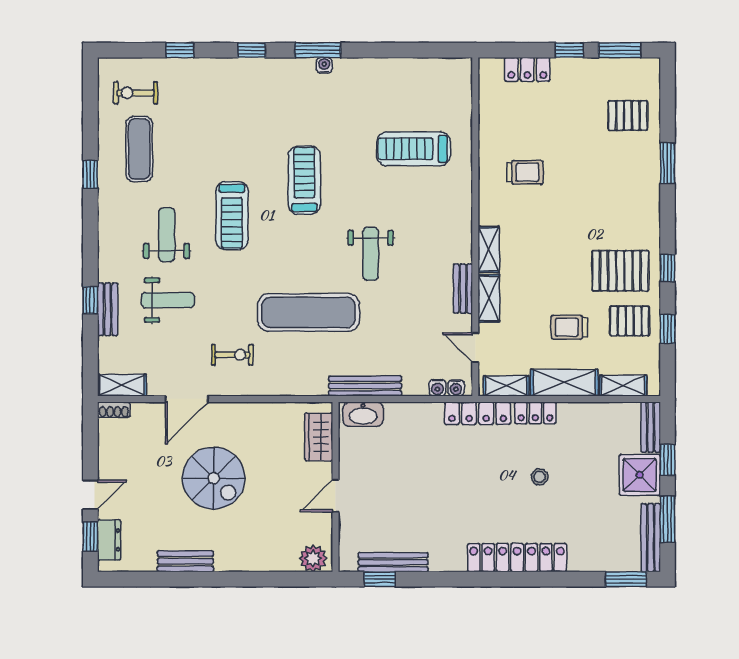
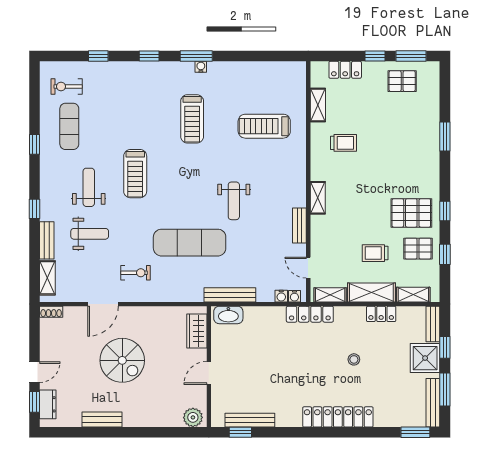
pallet: (628, 116) -> (402, 81), moved
treadmill: (304, 180) -> (192, 119), moved, turned 180
shelving: (489, 298) -> (318, 105), moved
window: (90, 300) -> (34, 209), moved
shelving: (122, 385) -> (47, 278), moved, turned 90
locker: (535, 413) -> (381, 314), moved

